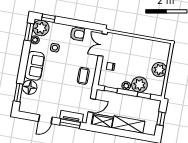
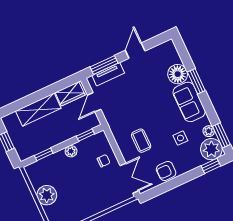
coffee table: (83, 76) -> (141, 141), moved
plant: (139, 85) -> (57, 163), removed
window: (18, 93) -> (196, 81), moved

